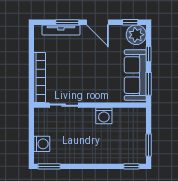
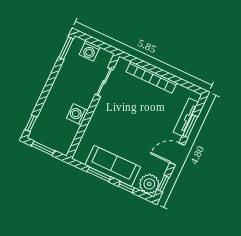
sliding door: (64, 105) -> (104, 82), moved
wall: (90, 105) -> (93, 106), moved
washing machine: (104, 116) -> (77, 114), moved

